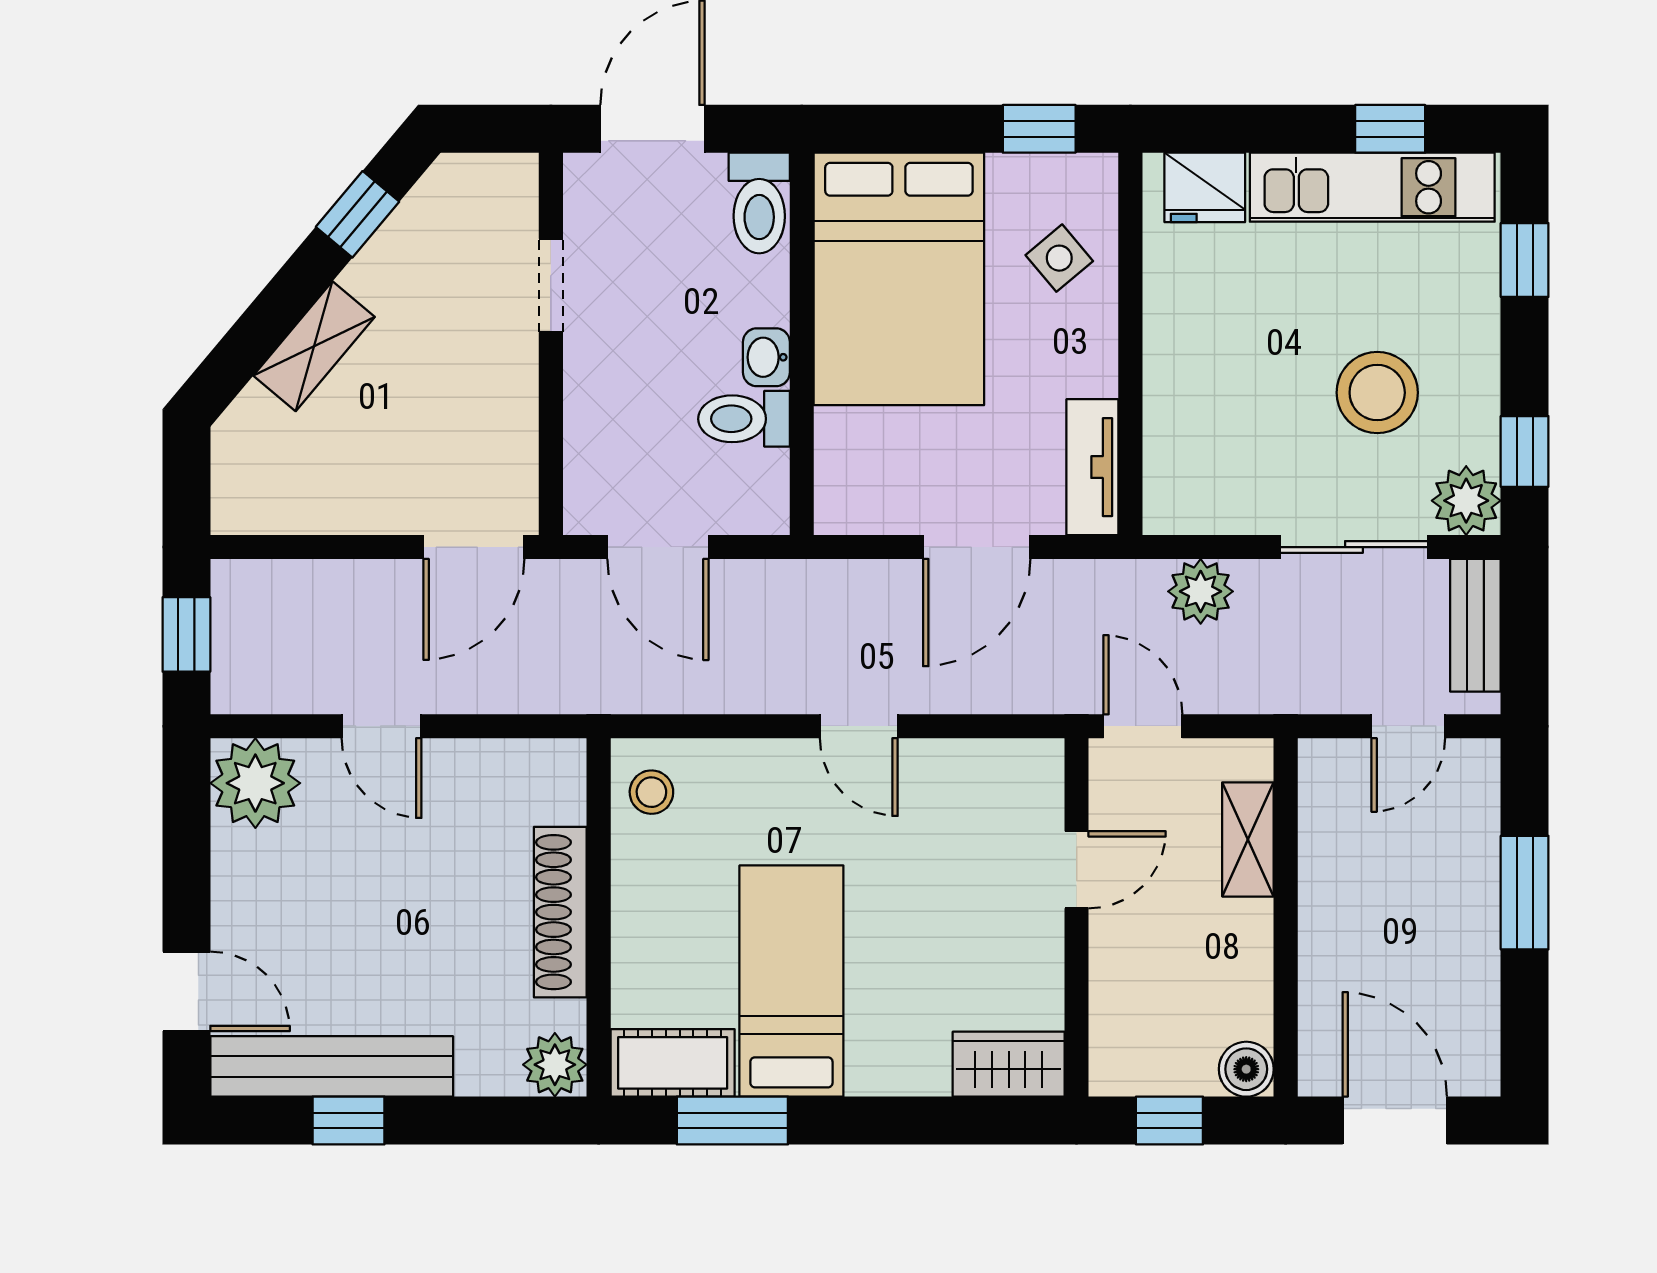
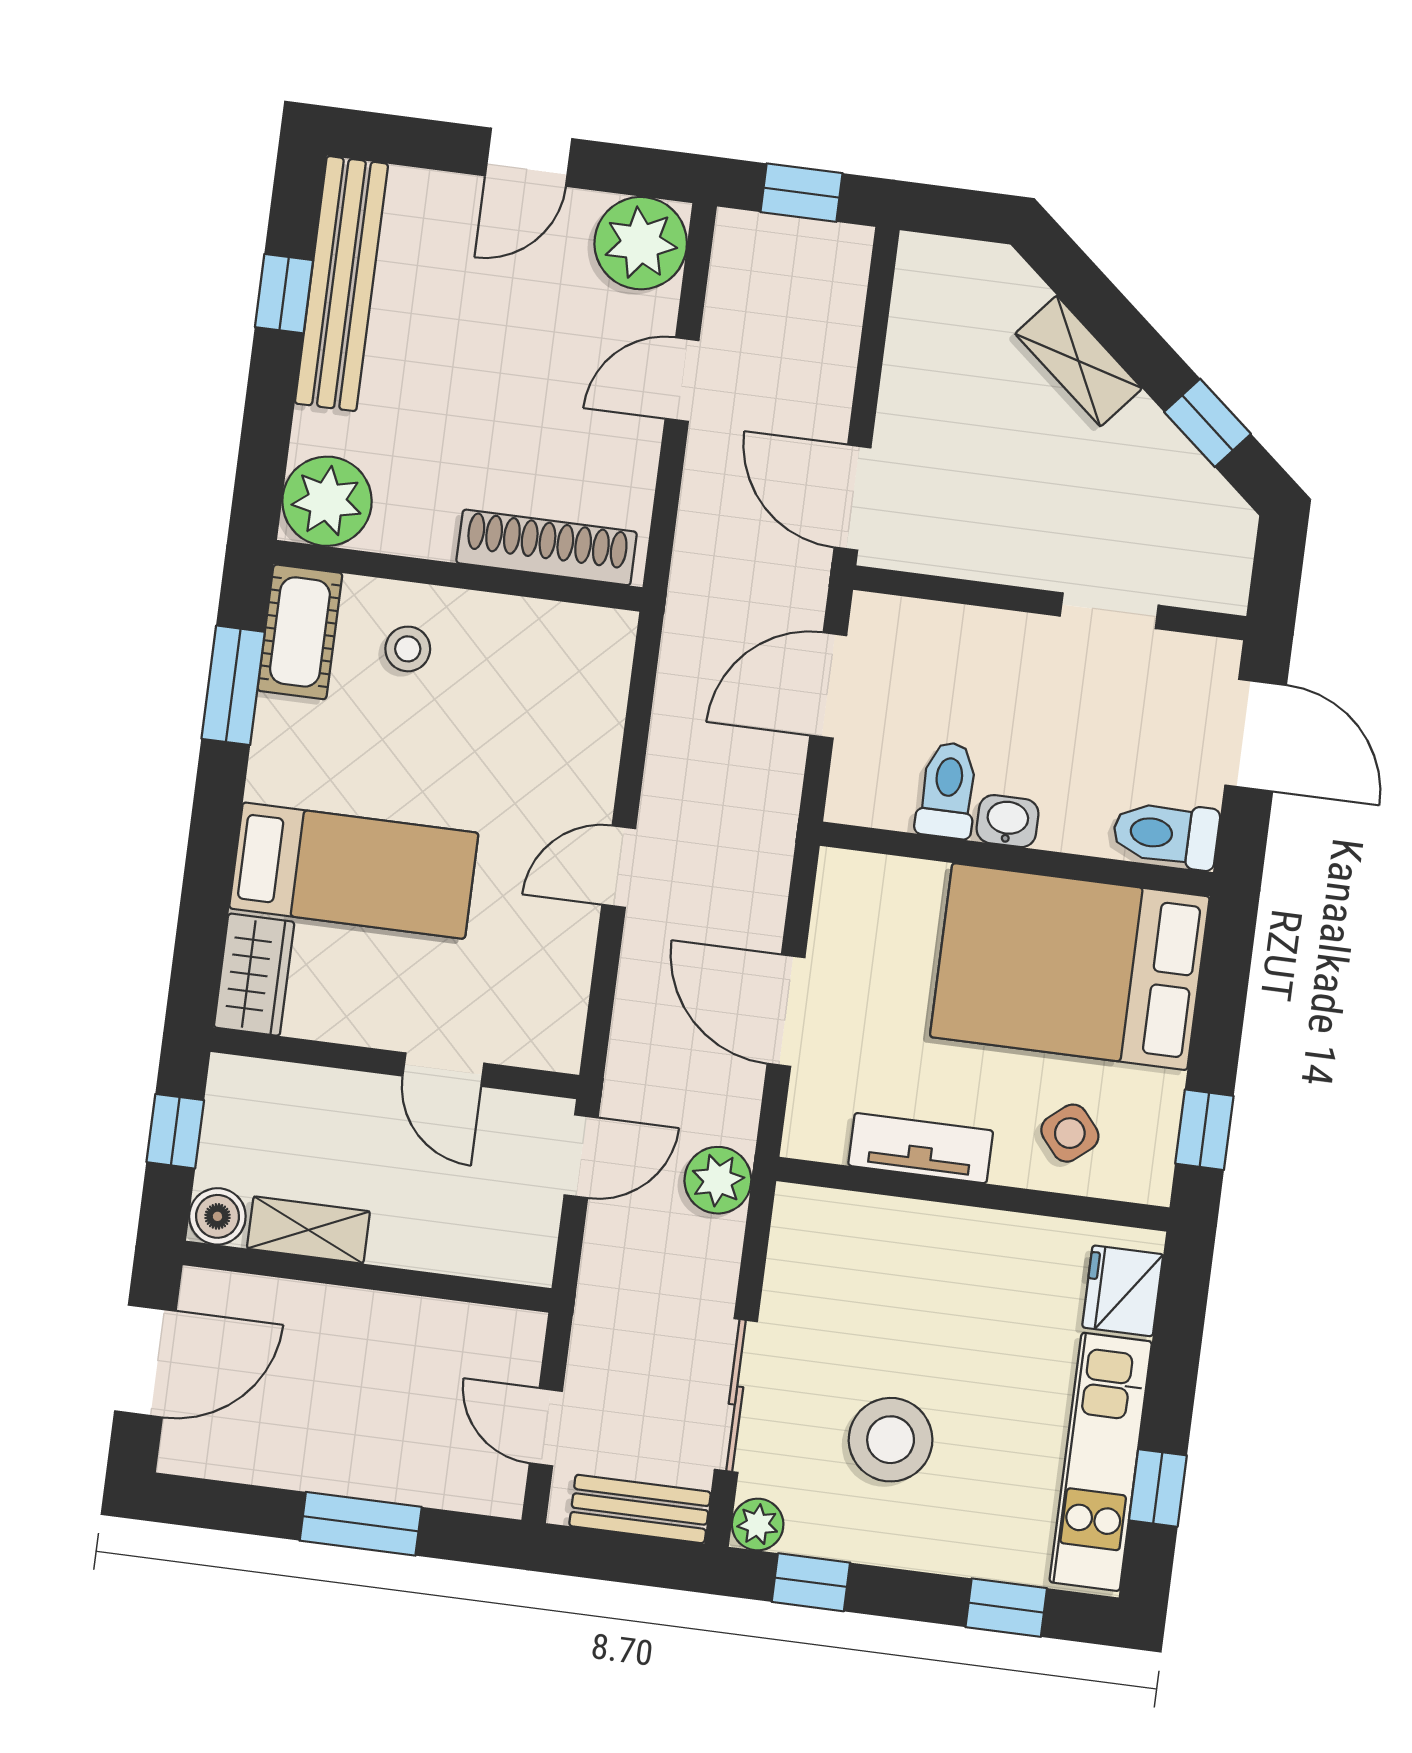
tv unit: (1092, 467) -> (921, 1148), moved
plant: (1466, 501) -> (758, 1525), width x0.73, depth x0.73
plant: (1201, 591) -> (718, 1180), moved
stool: (651, 792) -> (408, 649), moved
shelving: (1248, 839) -> (308, 1230), moved
shoe rack: (560, 912) -> (547, 547), moved
bed: (791, 981) -> (354, 871), moved
door: (186, 991) -> (529, 157), moved
plant: (555, 1065) -> (327, 501), width x1.36, depth x1.36

